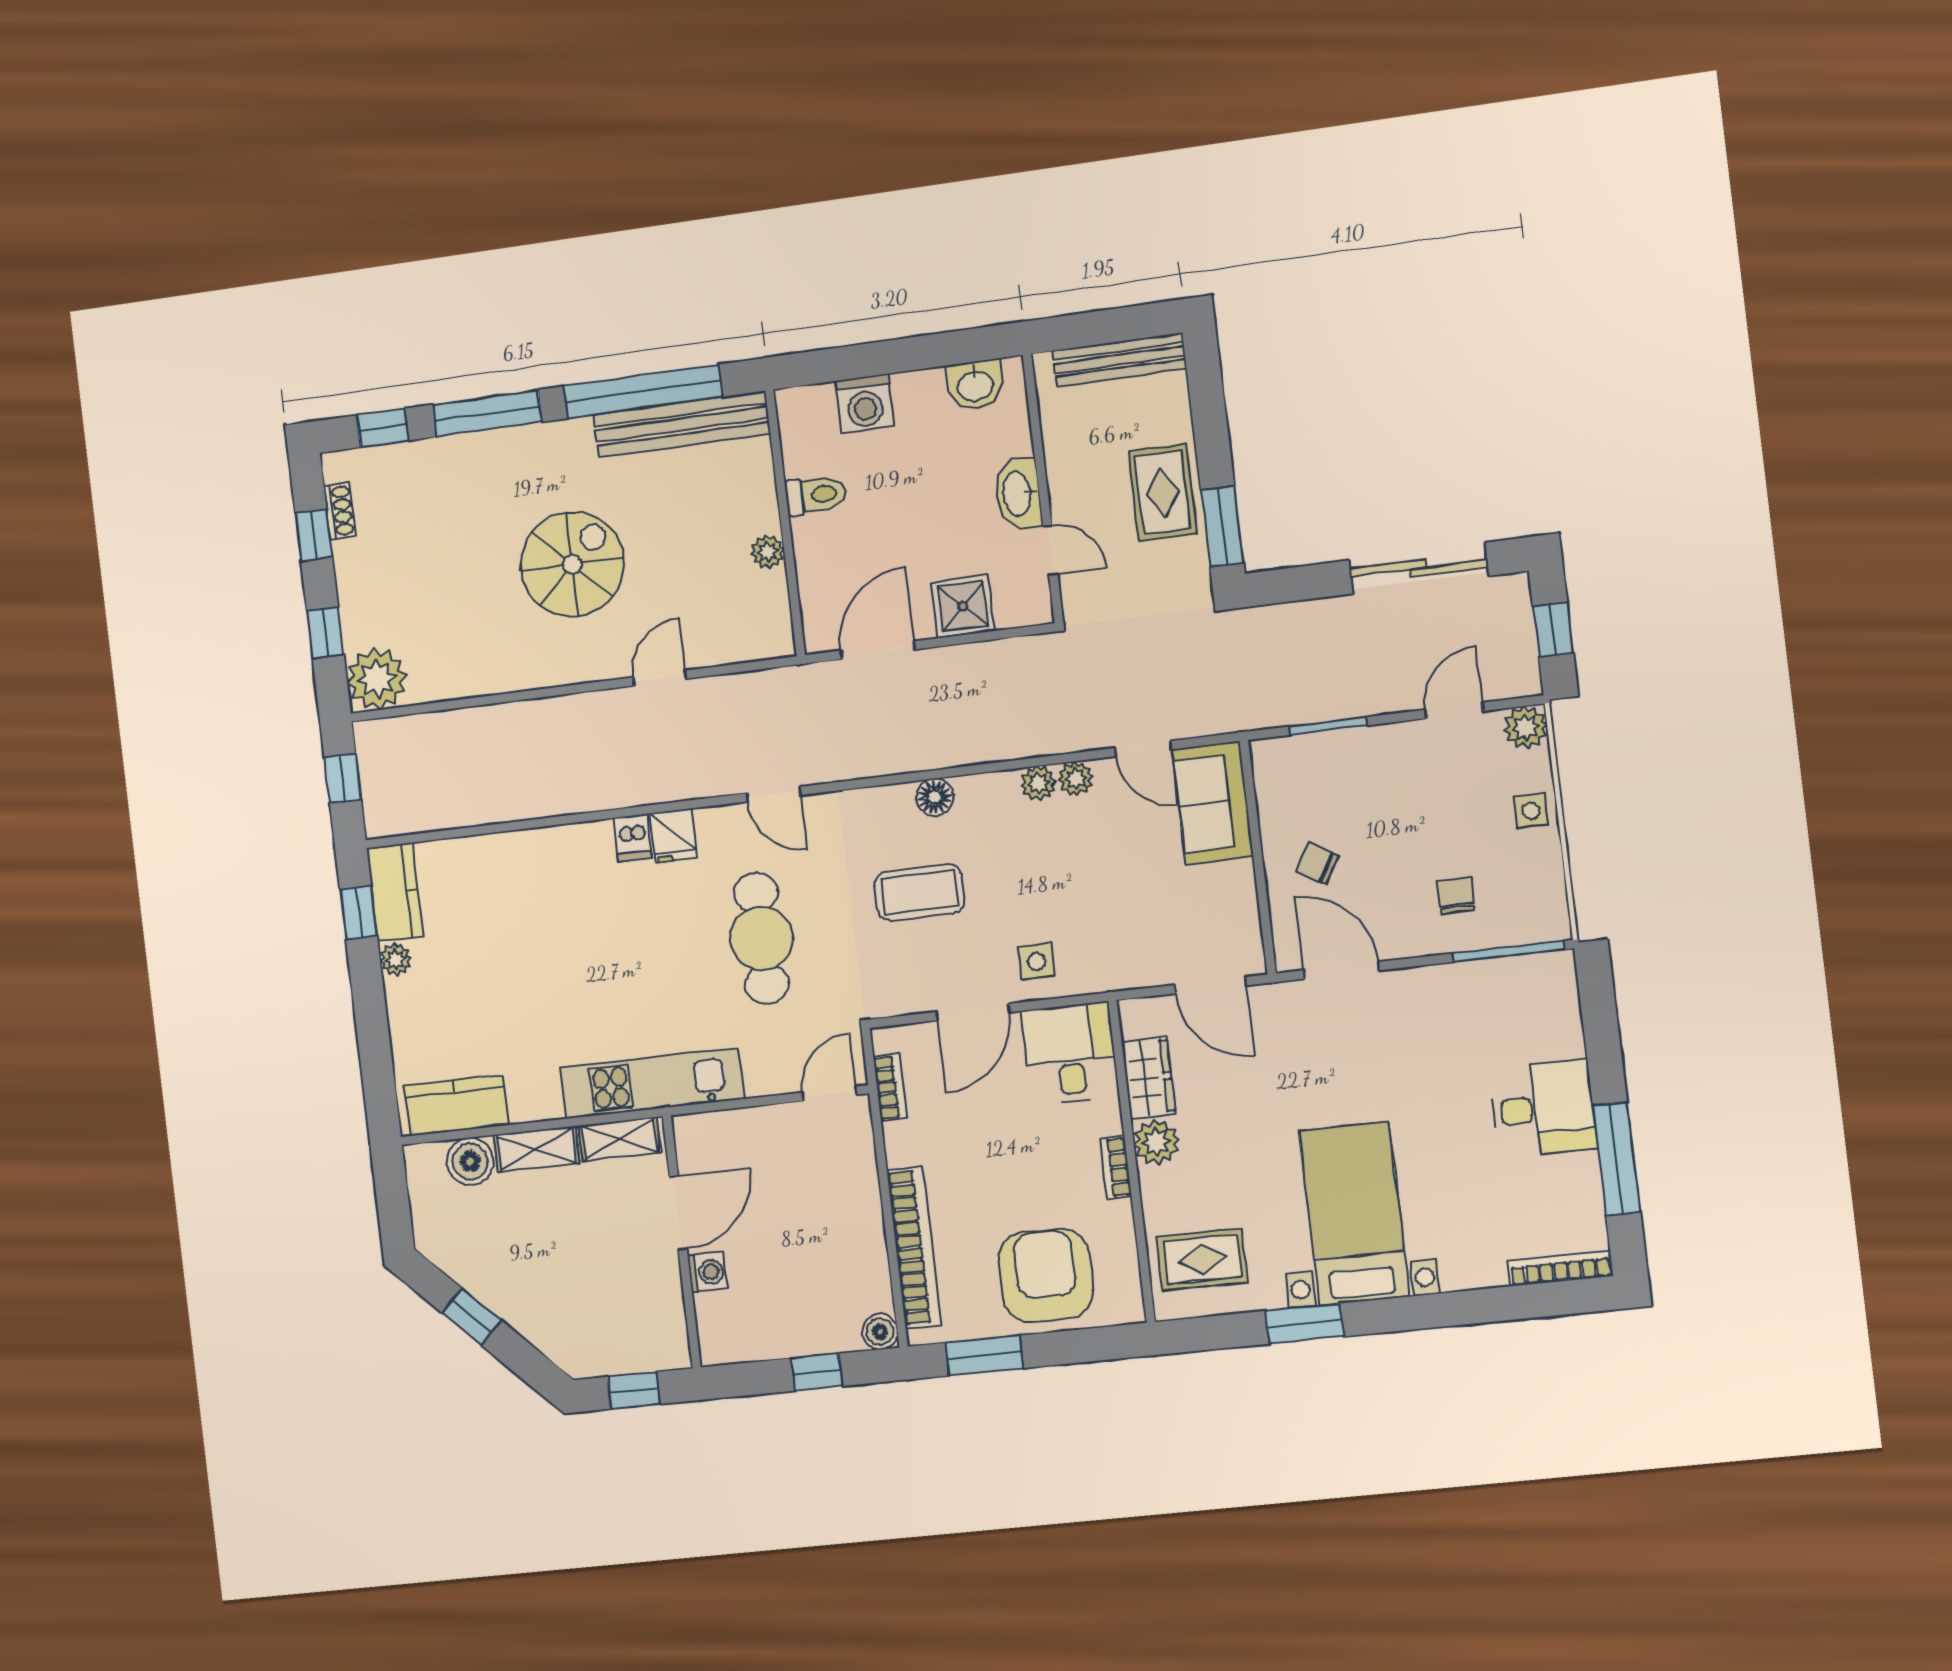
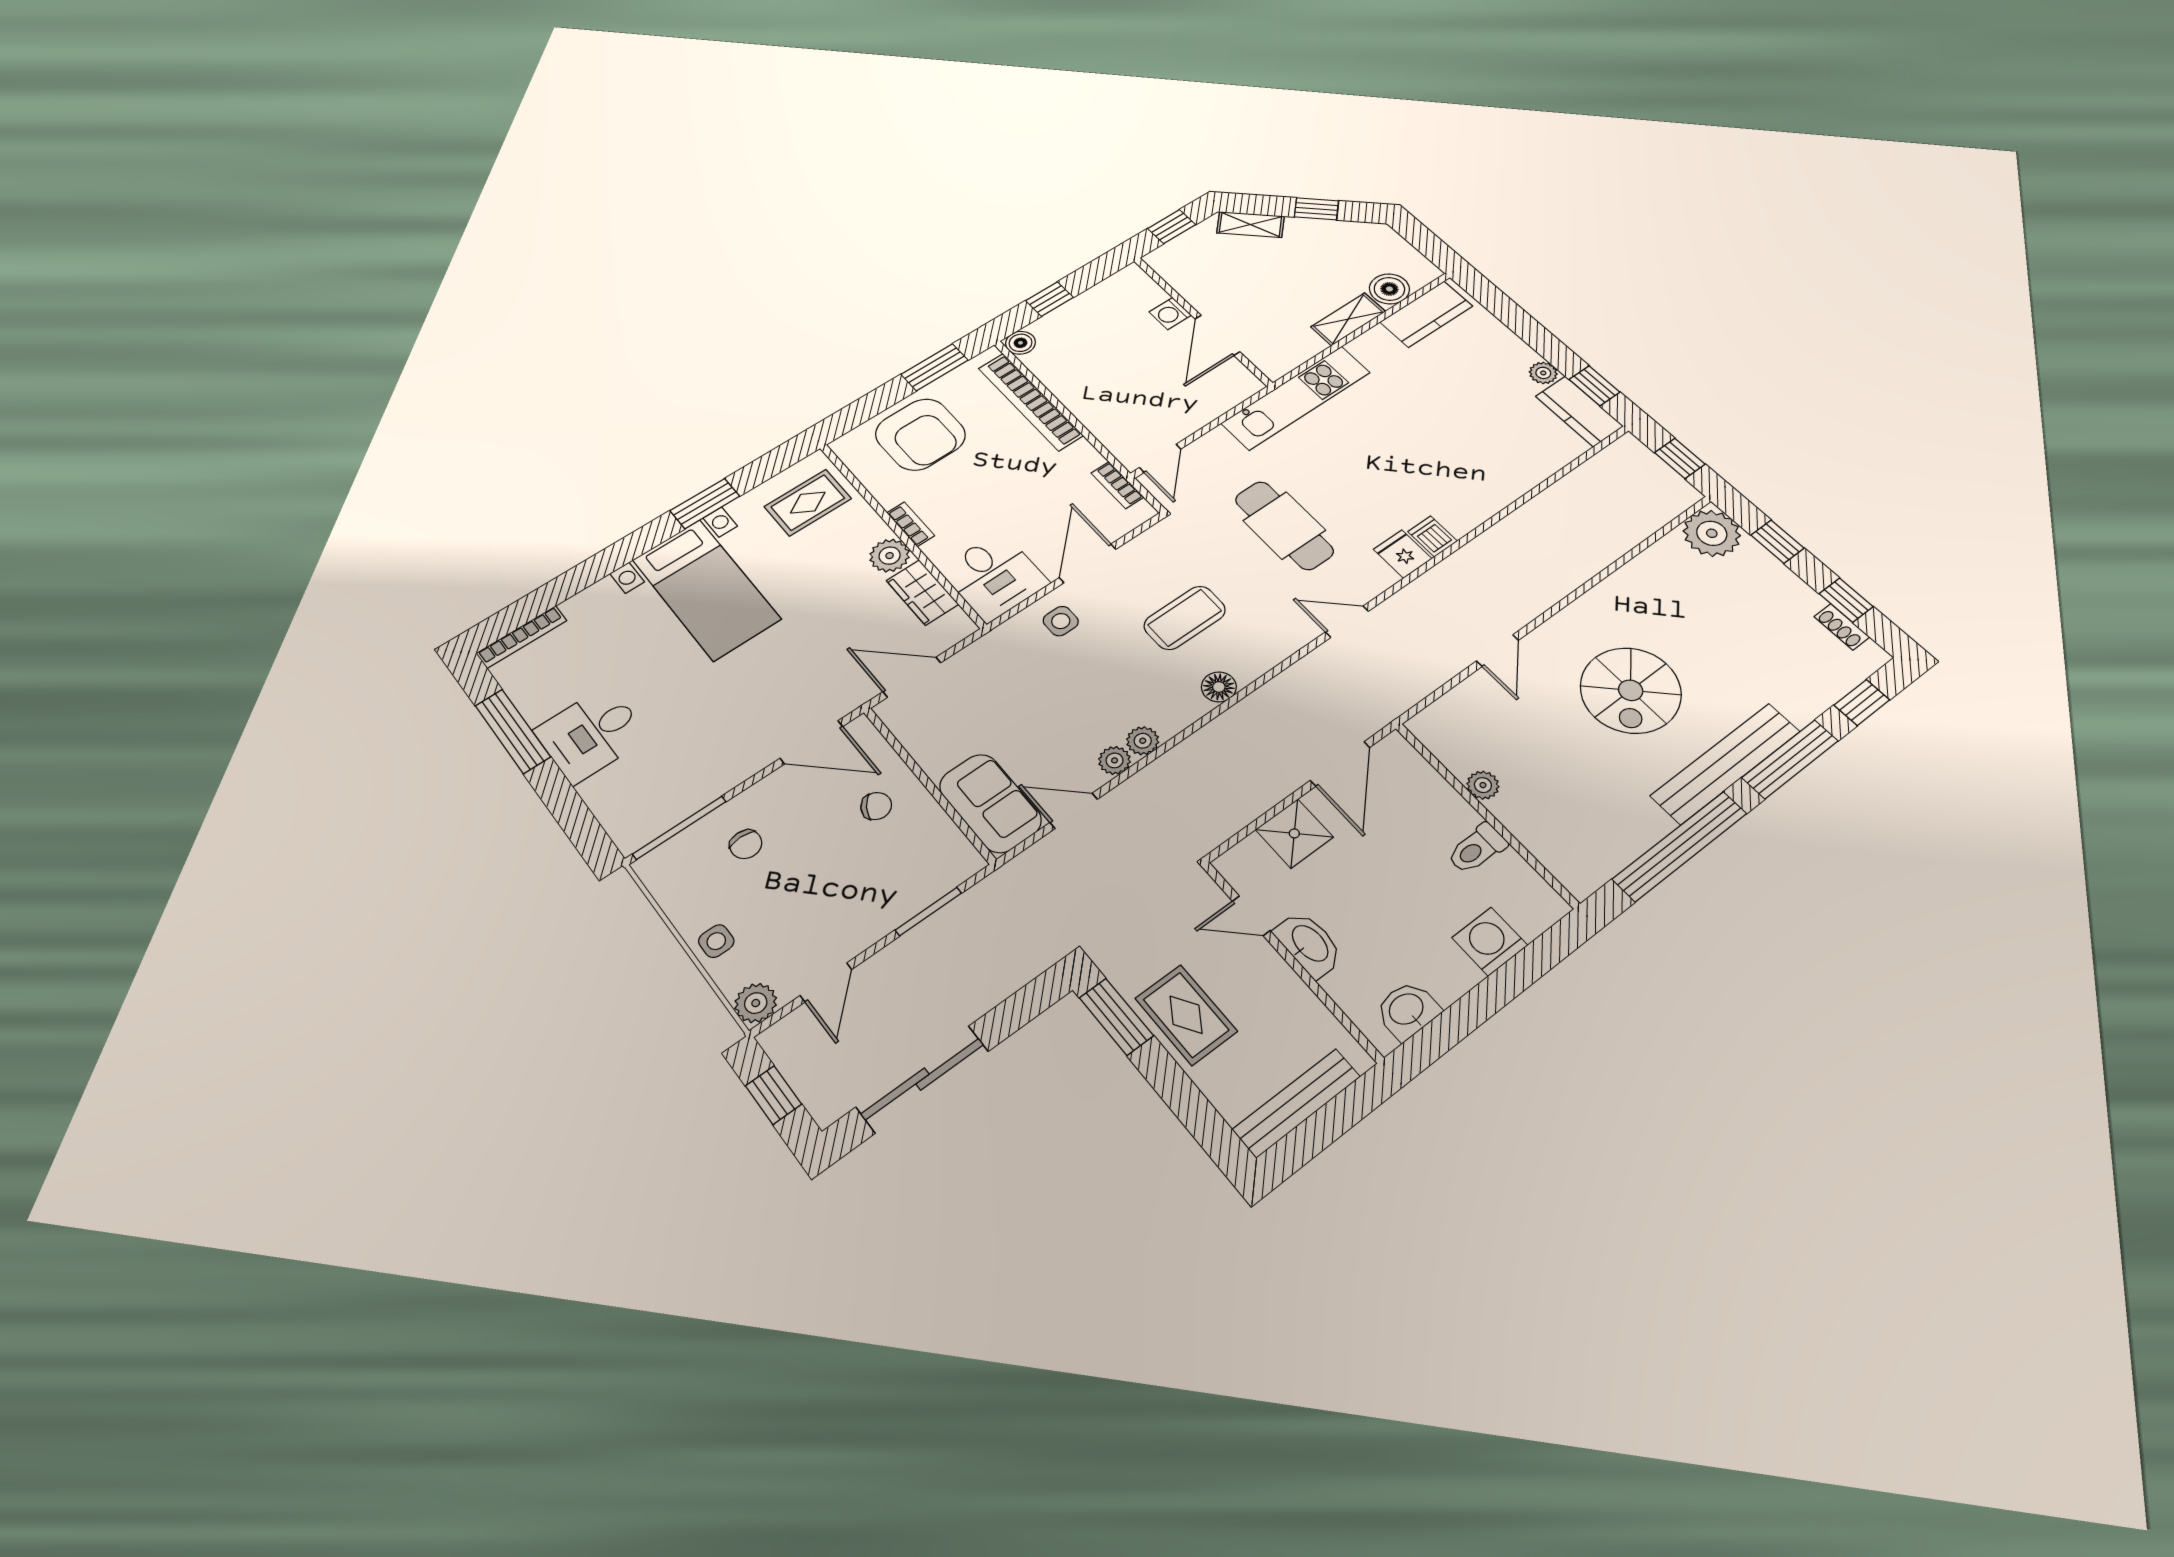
bench: (682, 424) -> (1726, 763), moved
shelving: (619, 1139) -> (1250, 224), moved, turned 45

